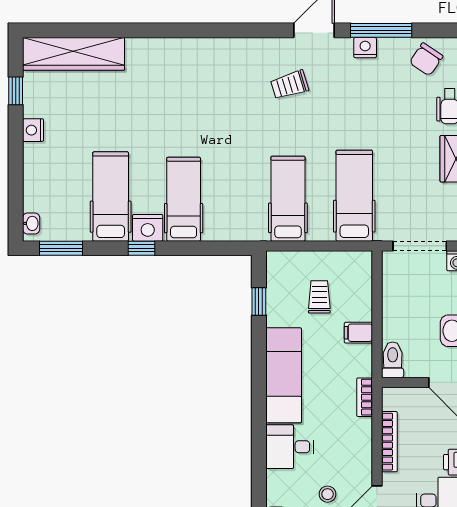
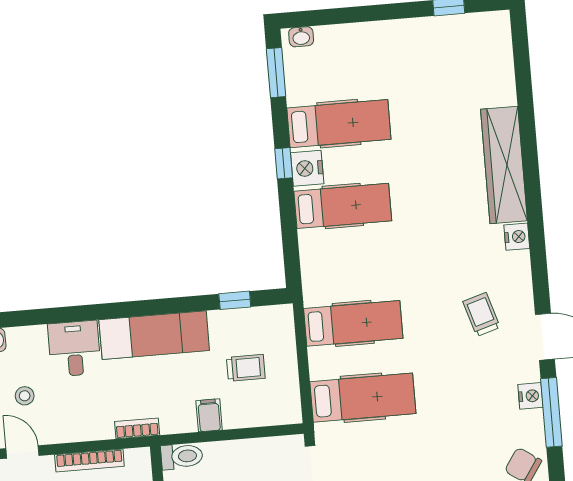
wardrobe: (73, 54) -> (504, 165), moved
nightstand: (33, 130) -> (517, 237), moved, turned 90

